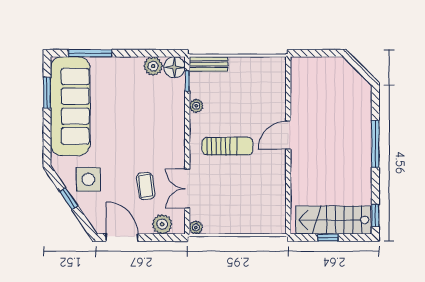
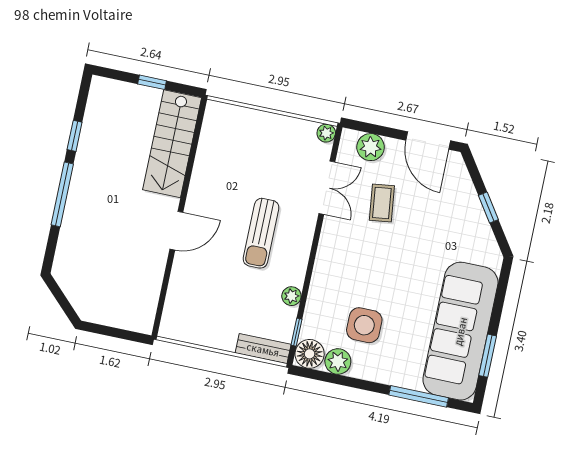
sun lounger: (227, 146) -> (261, 233), turned -90
side table: (88, 179) -> (364, 325), moved
window: (375, 215) -> (75, 136), moved
stairs: (333, 220) -> (172, 144), moved, turned 90

